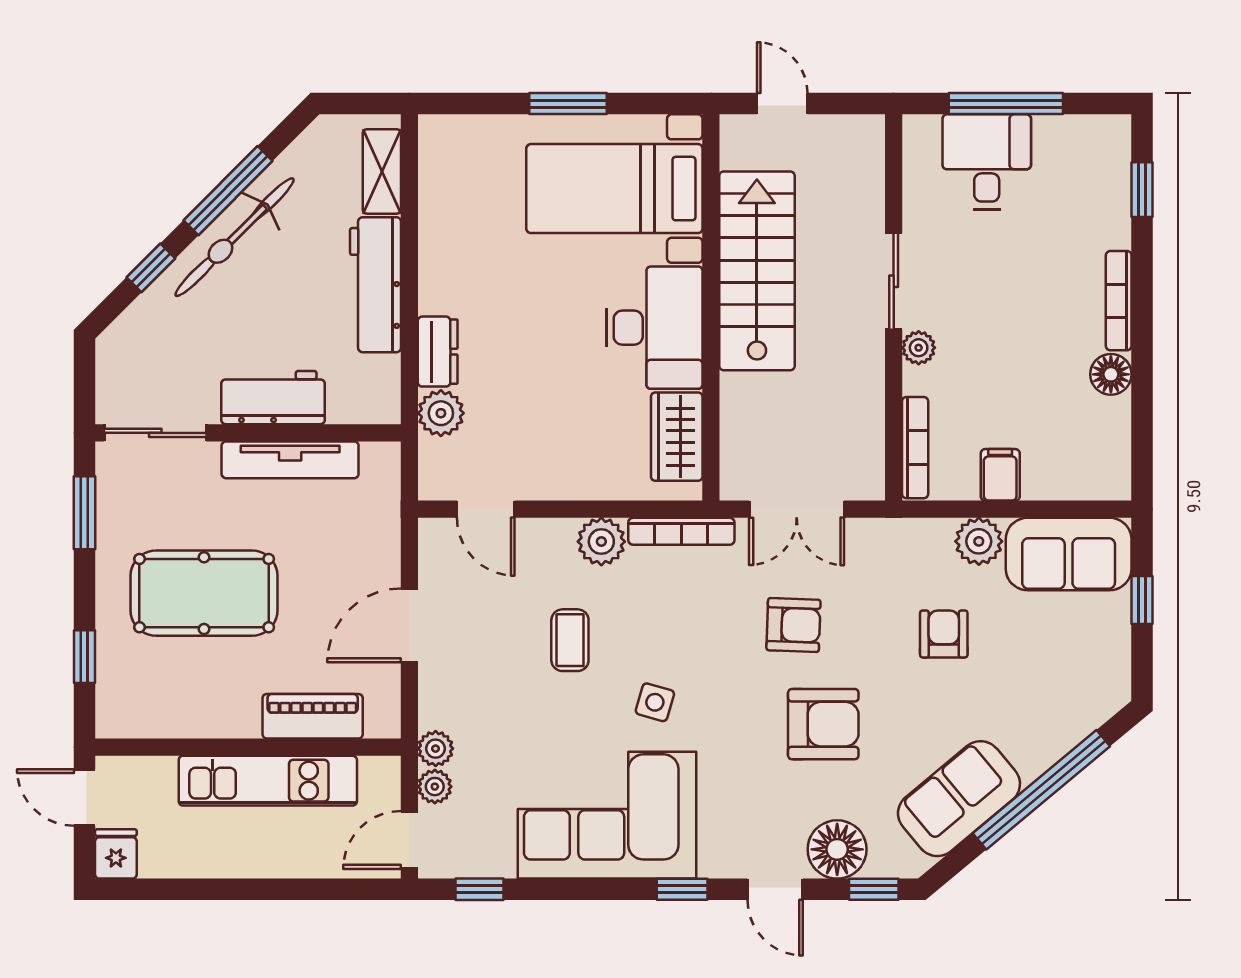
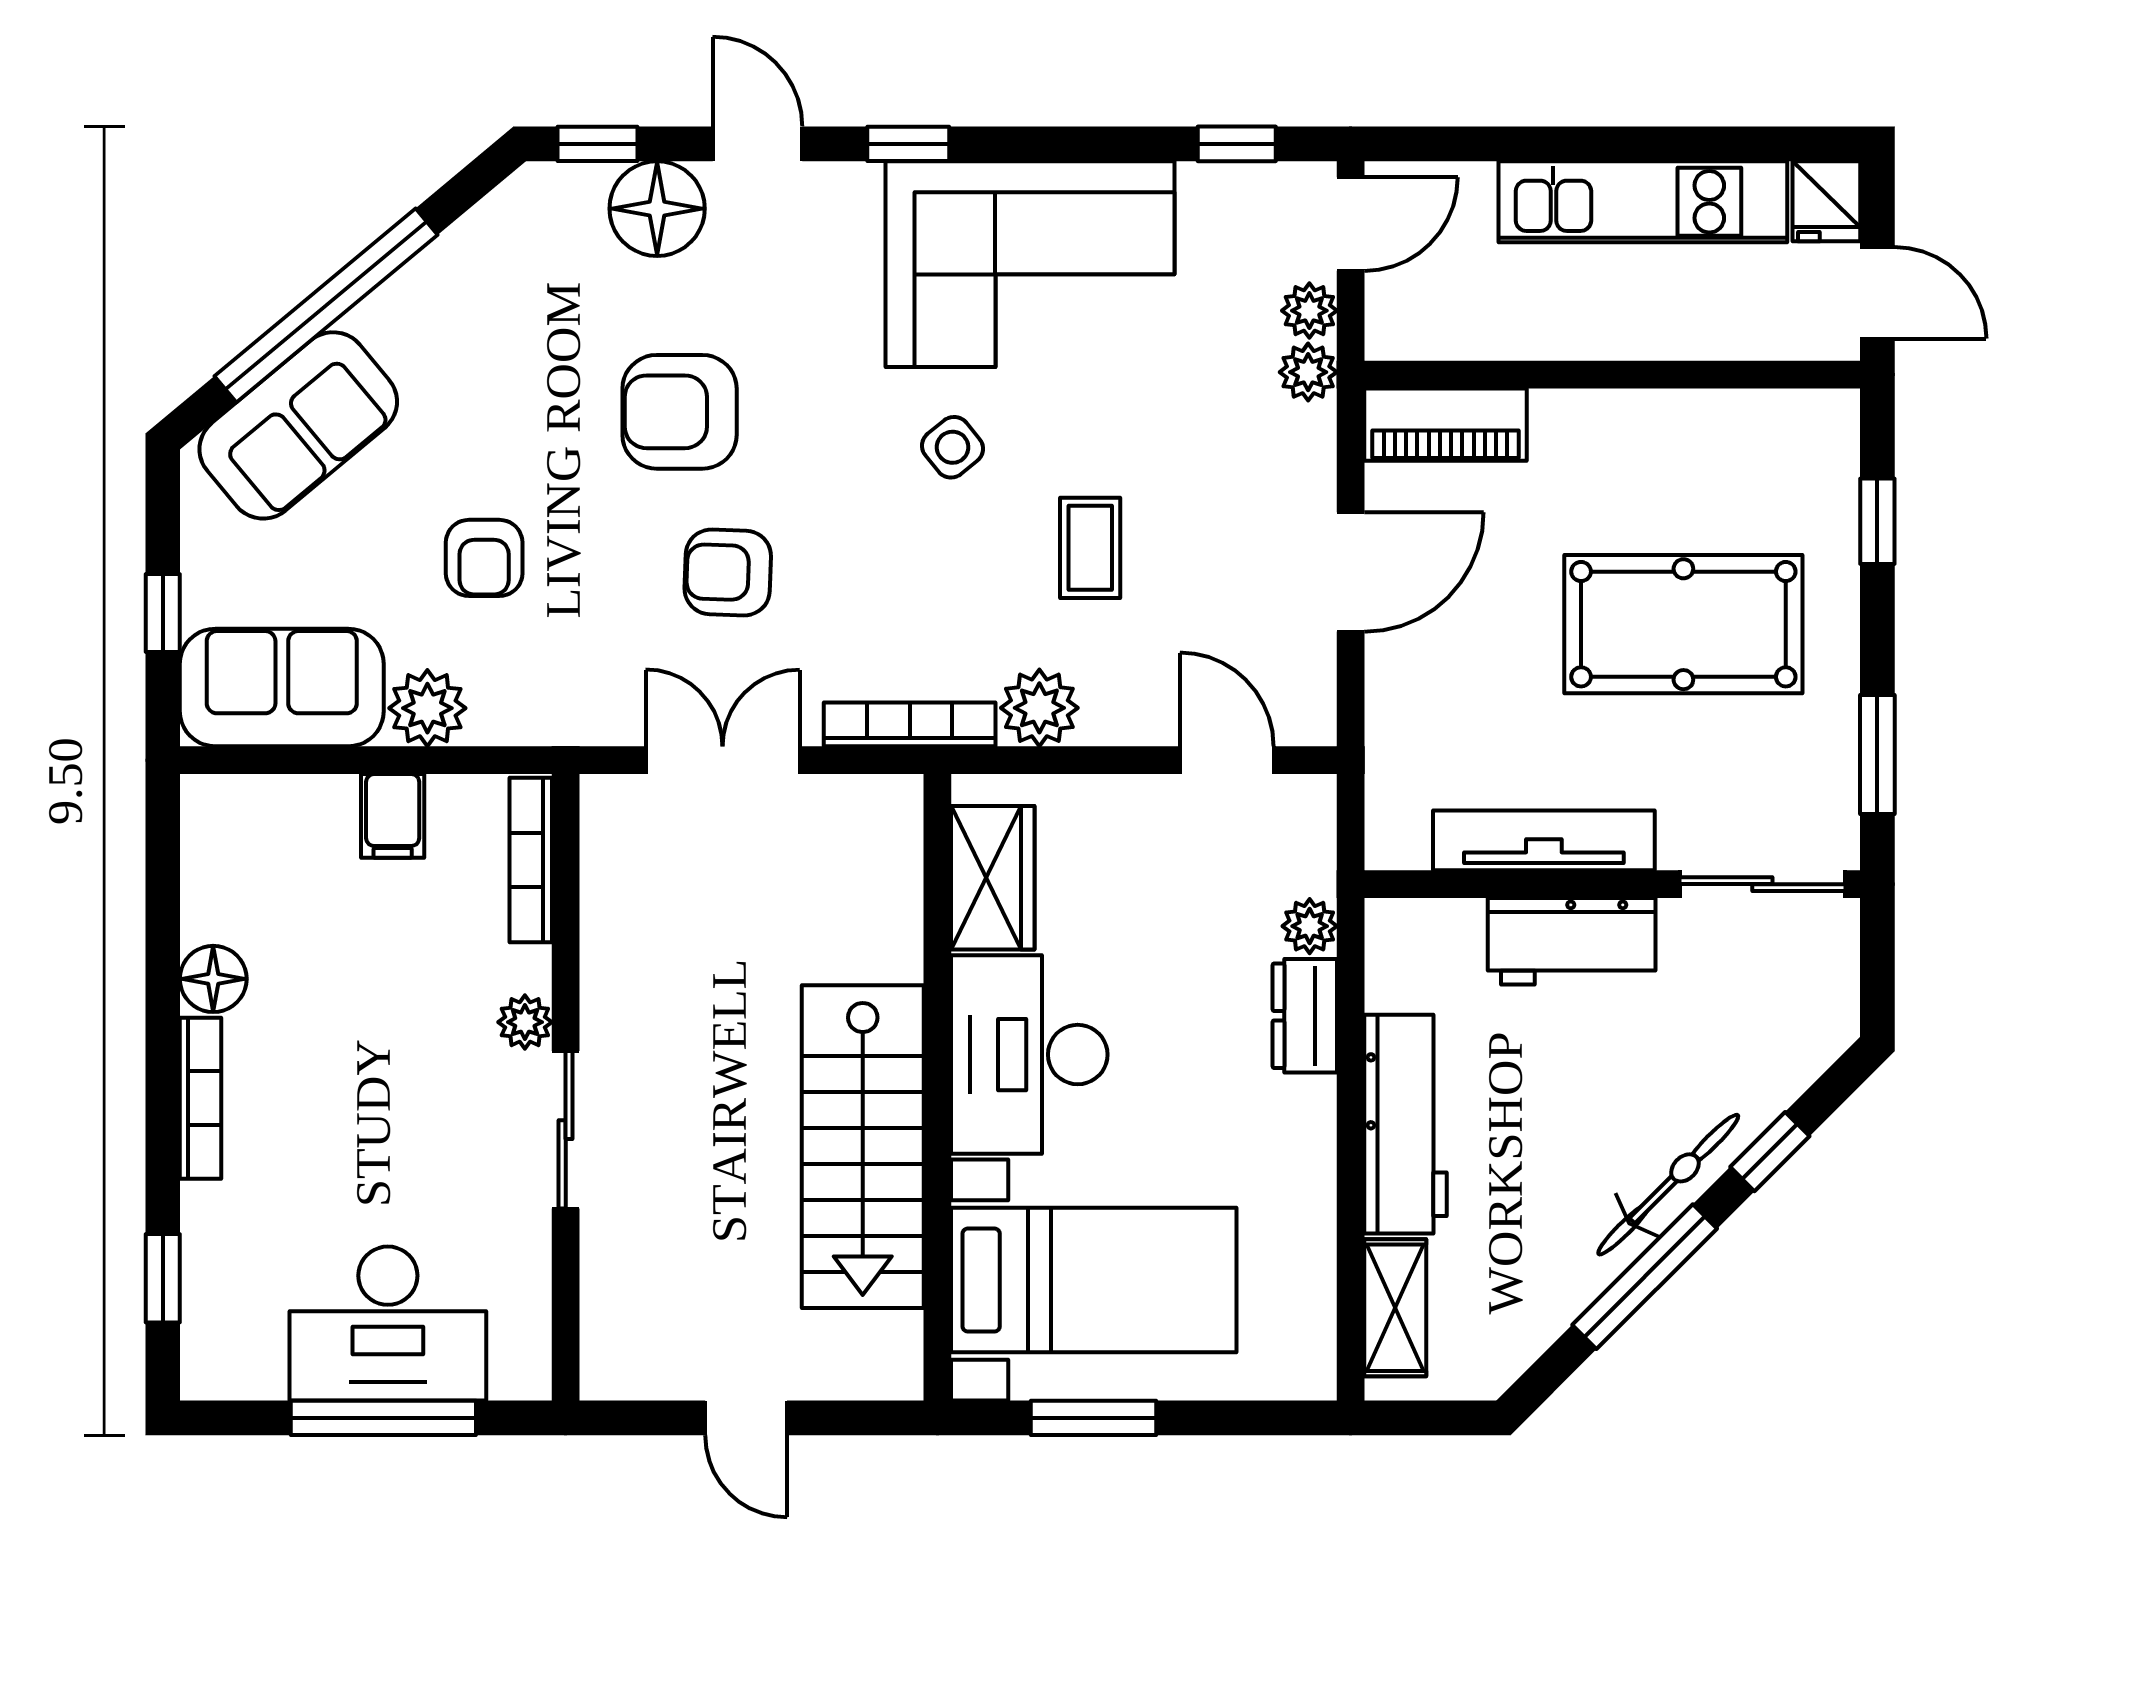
desk: (987, 162) -> (388, 1323), width x1.37
bed with nightstands: (614, 189) -> (1094, 1280), moved
bicycle: (235, 237) -> (1668, 1185), width x0.73, depth x0.71
stairs: (757, 271) -> (863, 1147), moved
wall: (711, 307) -> (937, 1087), moved
desk: (654, 328) -> (1029, 1055), moved
plant: (441, 413) -> (1310, 926), width x0.73, depth x0.73
wardrobe: (677, 437) -> (993, 878), moved
side table: (655, 702) -> (953, 447), turned 35
piano: (313, 716) -> (1446, 425), moved
kitchen unit: (268, 781) -> (1643, 202), moved, turned 180
sofa: (959, 799) -> (298, 425), moved

